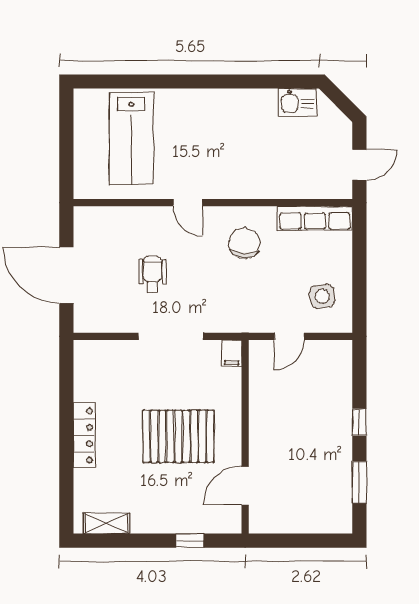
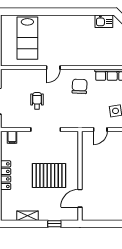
door: (188, 203) -> (53, 68), hinge flipped
filing cabinet: (232, 353) -> (12, 137), moved
shelving: (107, 523) -> (28, 216), moved

